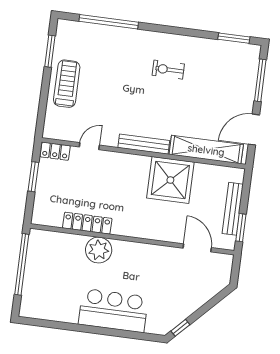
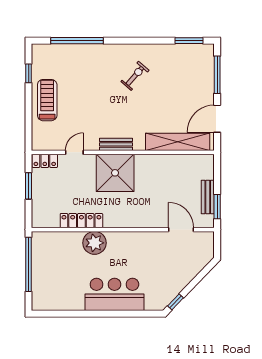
window: (50, 51) -> (29, 73), width x0.67
exercise bike: (168, 70) -> (135, 76), turned 131
bench: (144, 144) -> (116, 144), width x0.73
shower: (170, 180) -> (115, 173), moved
bench: (233, 209) -> (208, 197), width x0.73

